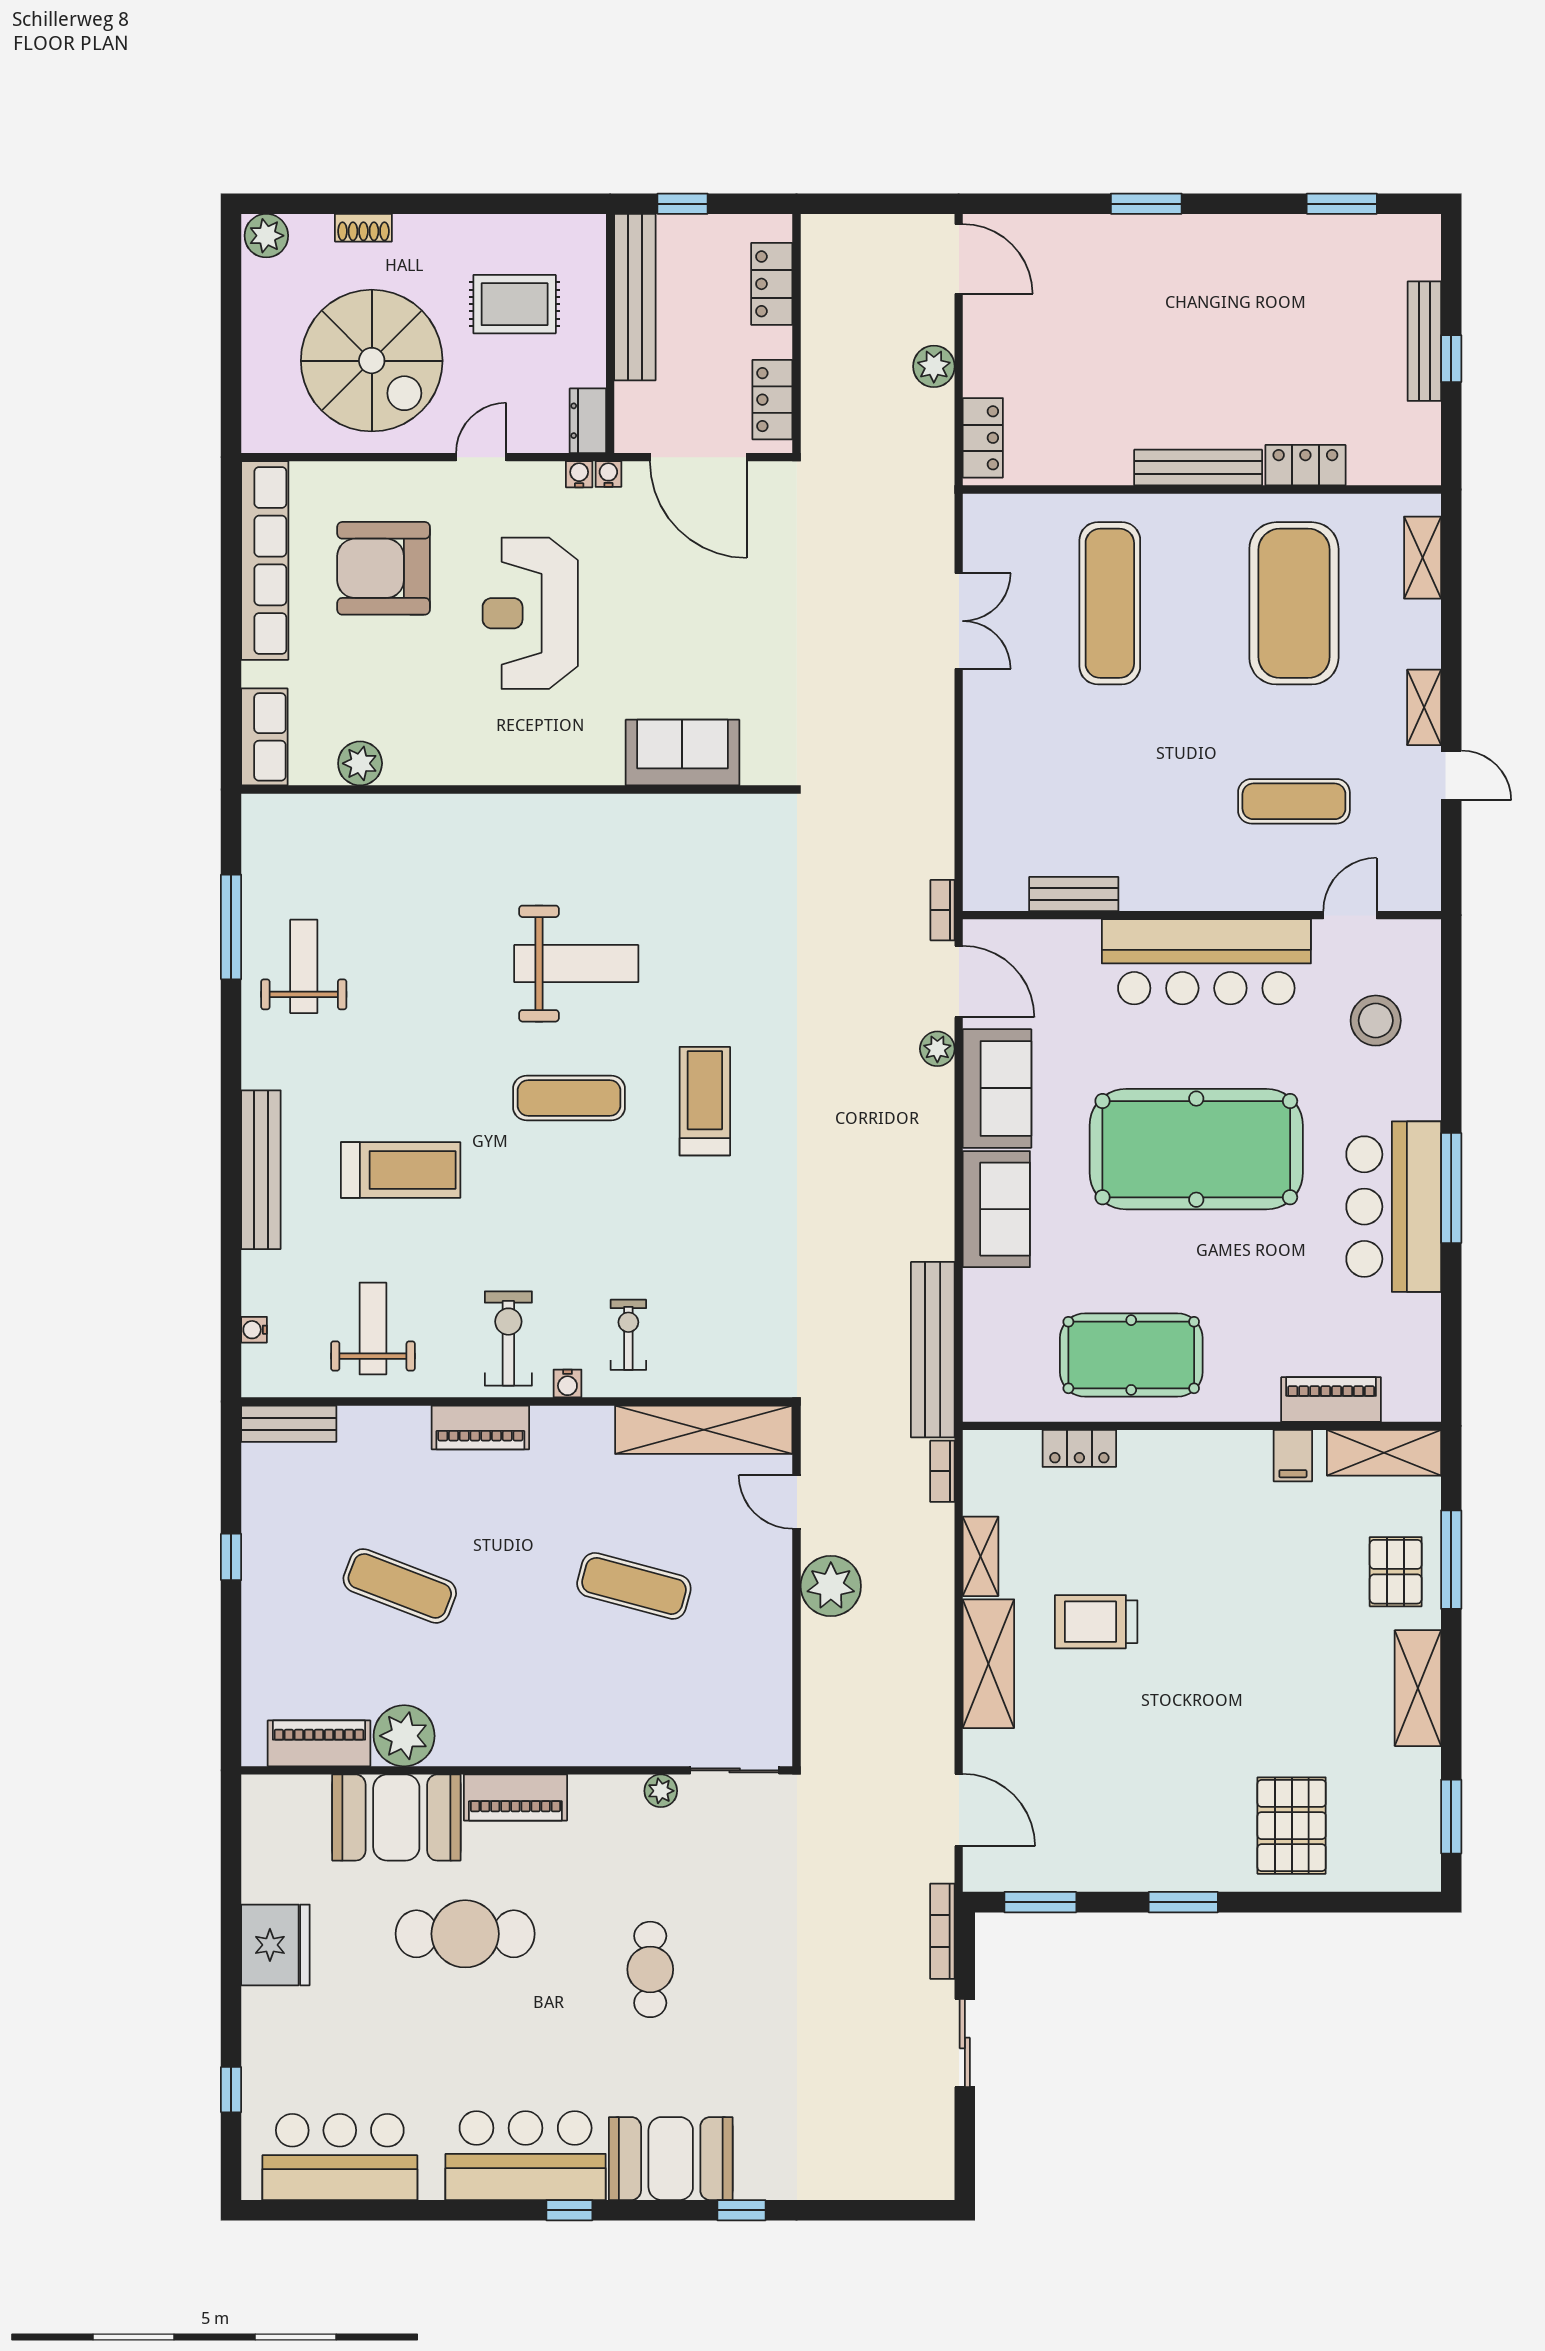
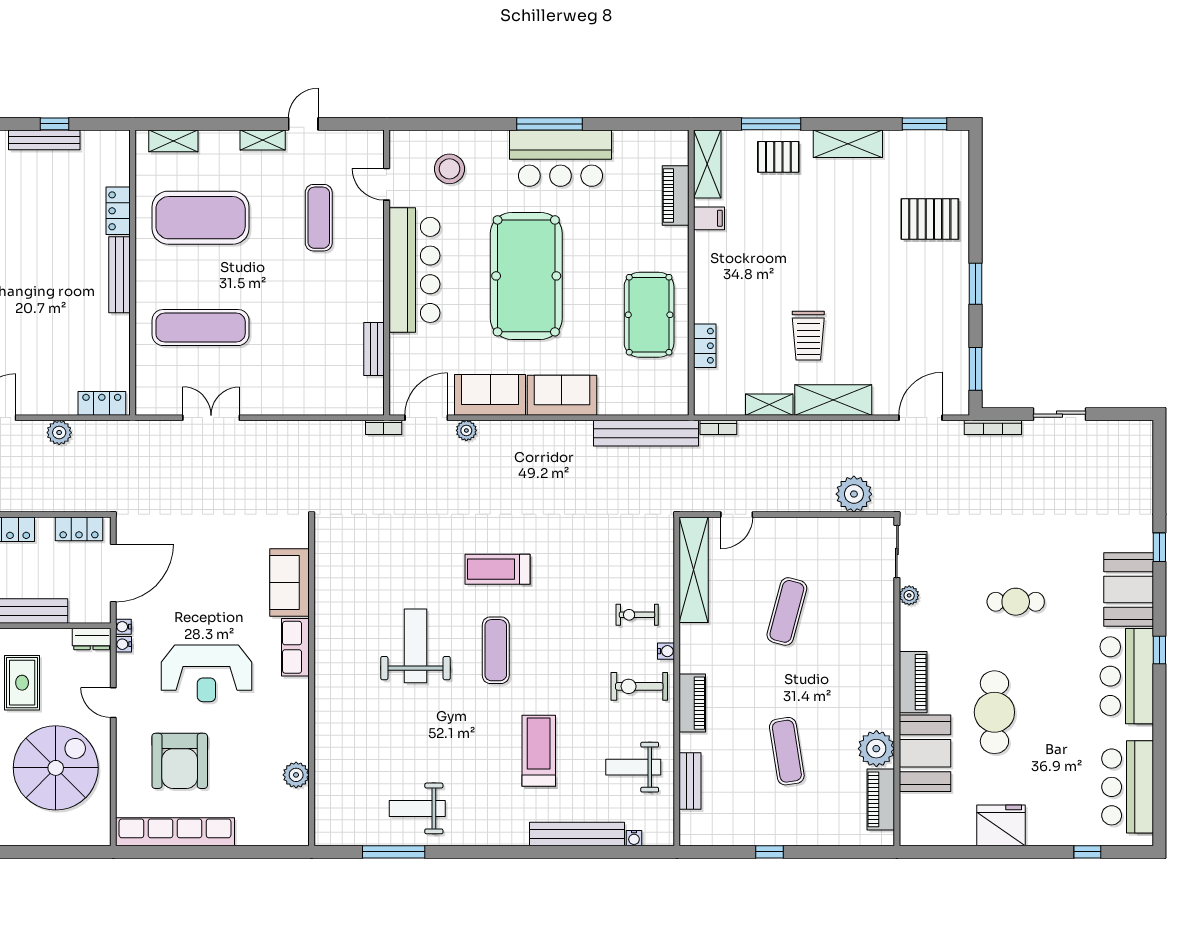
row of seats: (264, 737) -> (295, 647), moved, turned -90
bench: (261, 1170) -> (577, 834), moved
bench: (289, 1424) -> (690, 781), moved
exercise mat: (400, 1586) -> (787, 751), turned -30
plant: (831, 1586) -> (854, 494), moved

